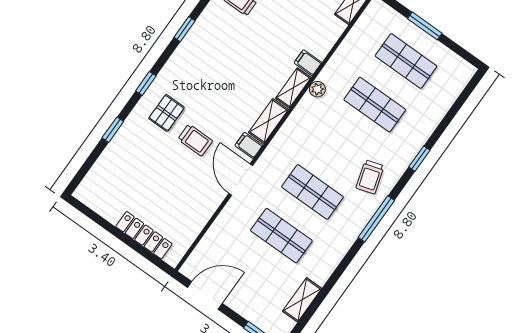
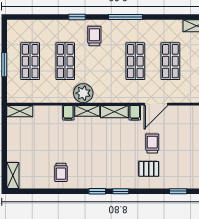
window: (146, 83) -> (121, 191), moved
plant: (317, 89) -> (83, 93), width x1.88, depth x1.88
trolley: (370, 177) -> (94, 36), moved, turned -73

